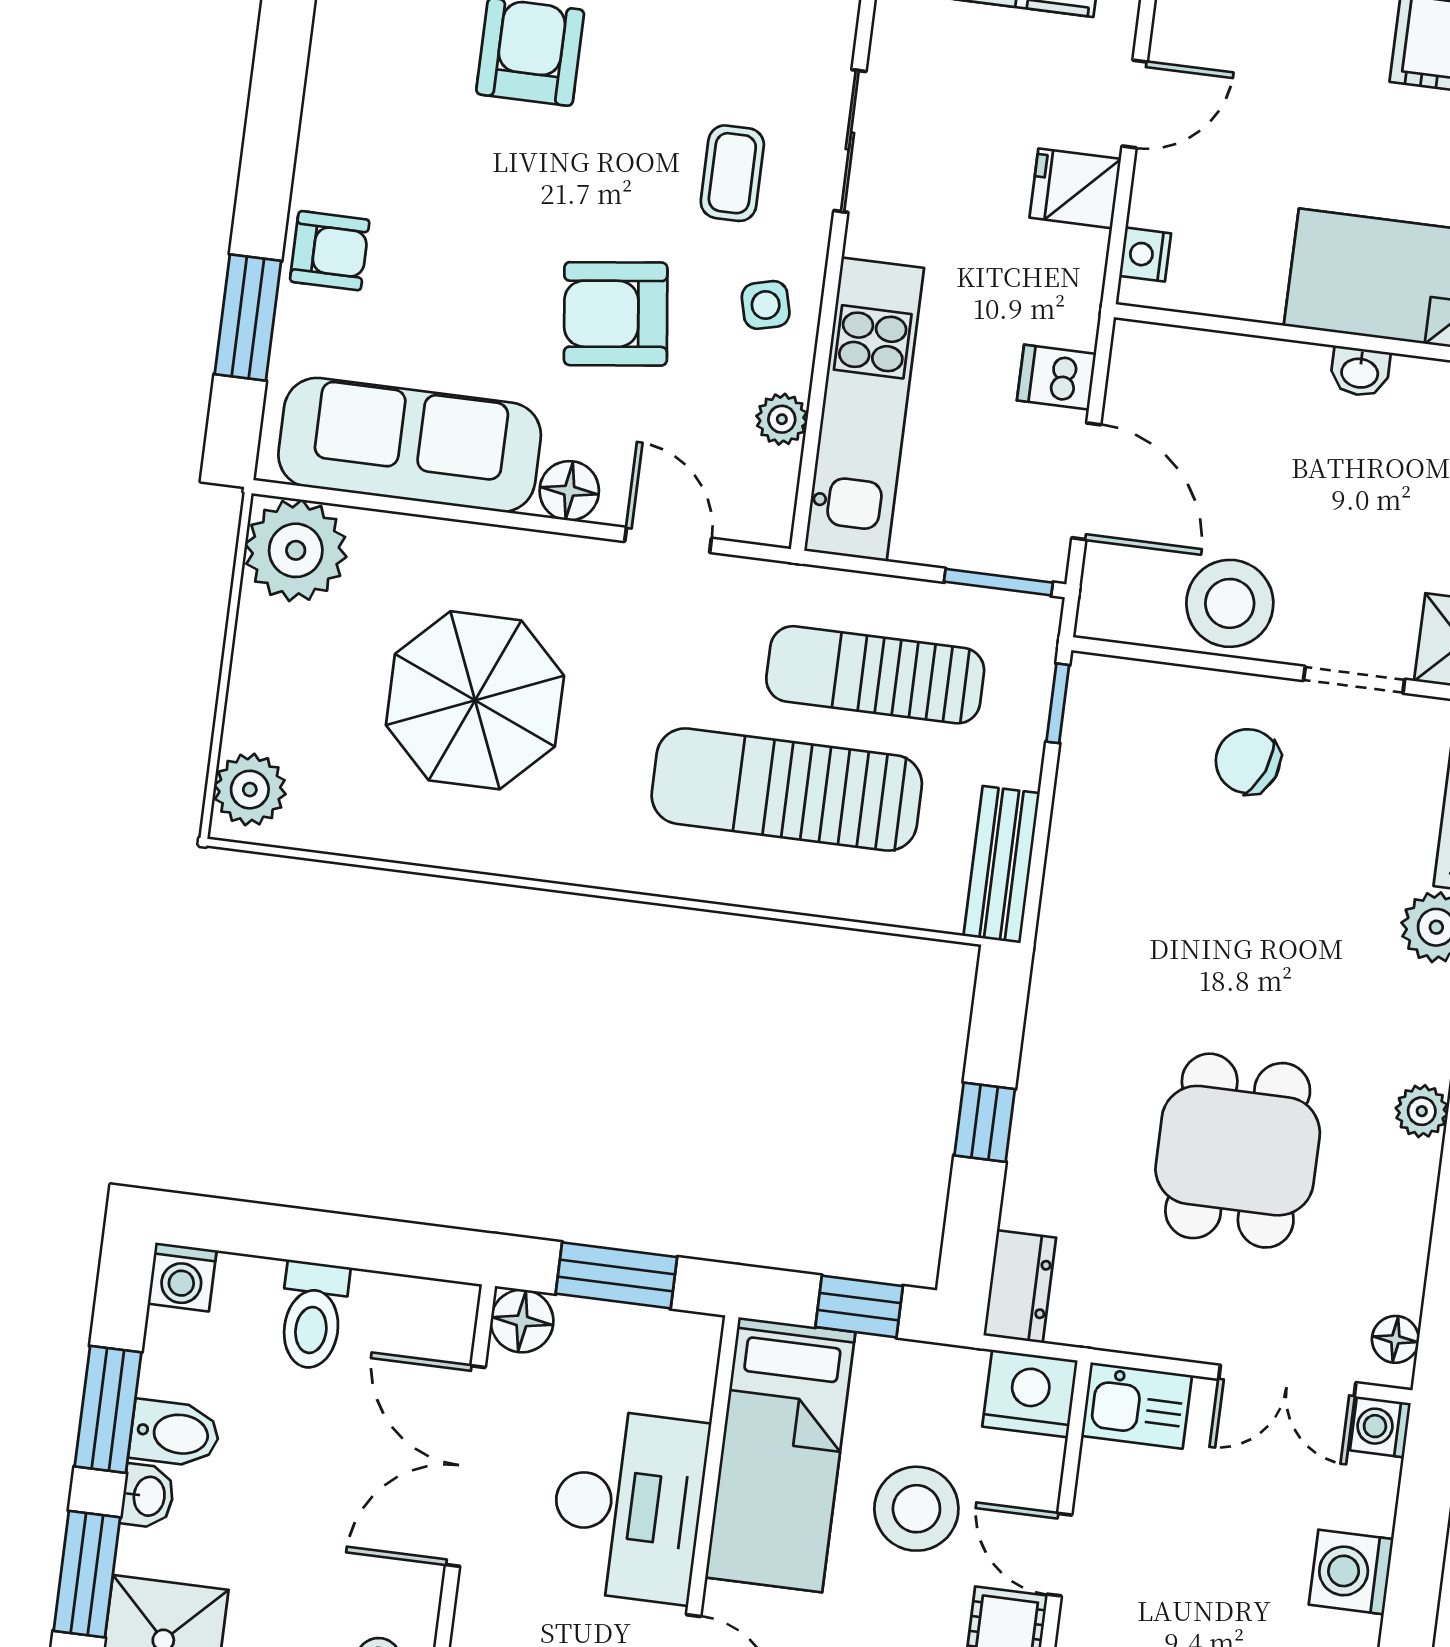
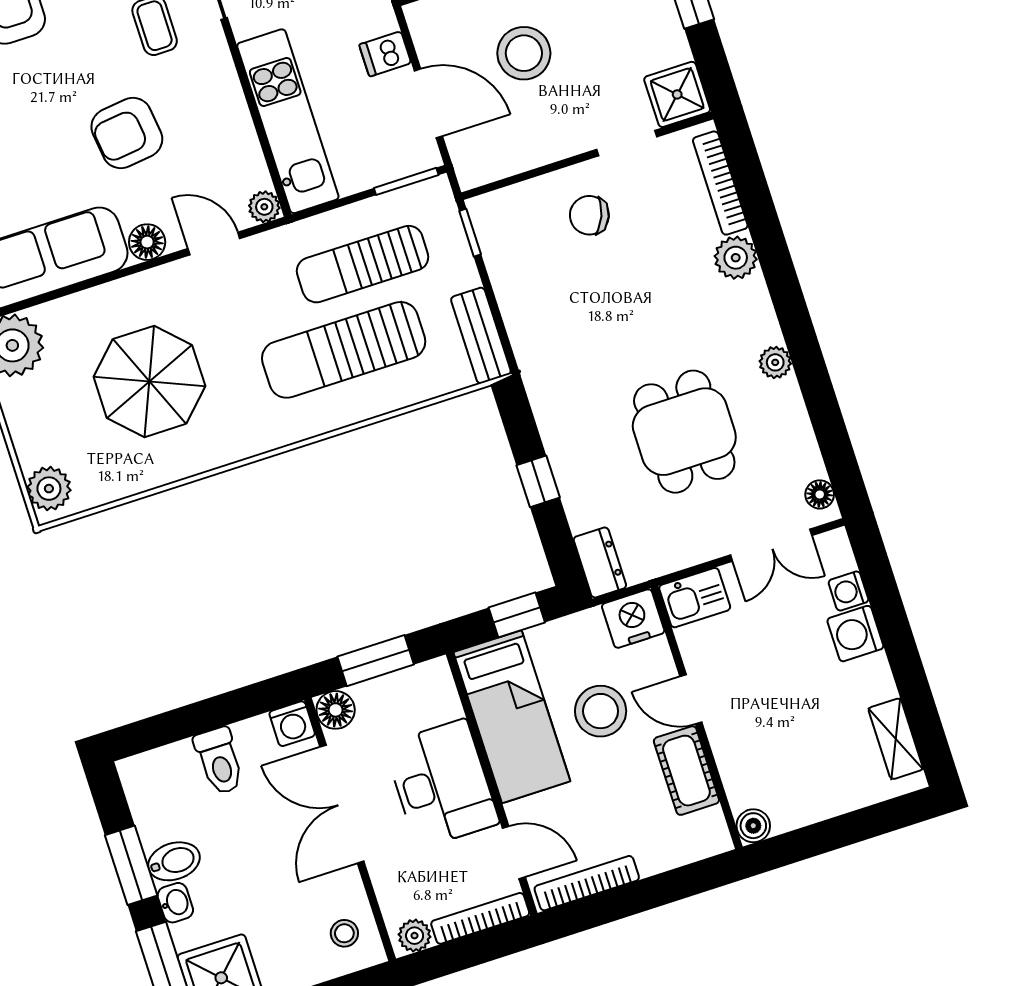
side table: (766, 305) -> (207, 89), removed
plant: (782, 419) -> (264, 207), moved
stool: (1230, 603) -> (524, 53), moved
washing machine: (182, 1277) -> (292, 724), moved
washing machine: (1380, 1427) -> (848, 591), moved

